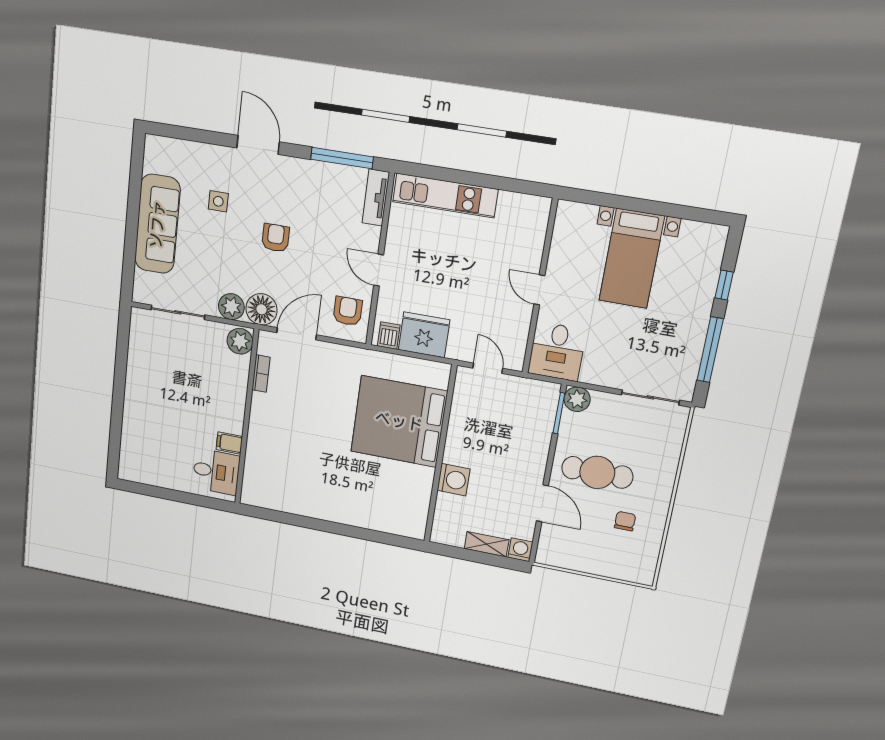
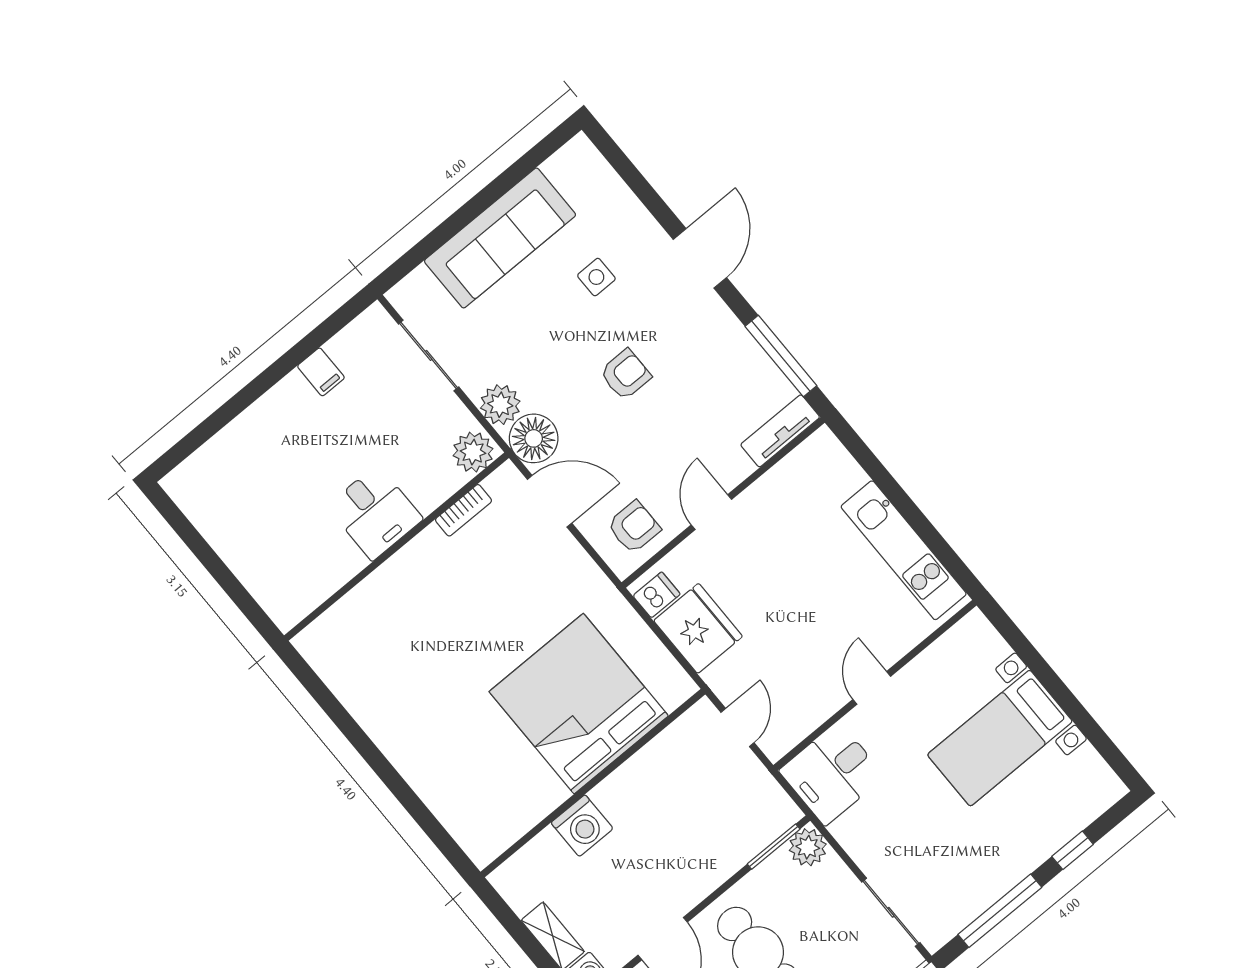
kitchen unit: (445, 196) -> (904, 550), moved
filing cabinet: (229, 443) -> (321, 372), moved, turned 180
desk: (216, 472) -> (375, 513), moved

